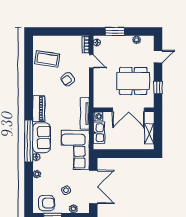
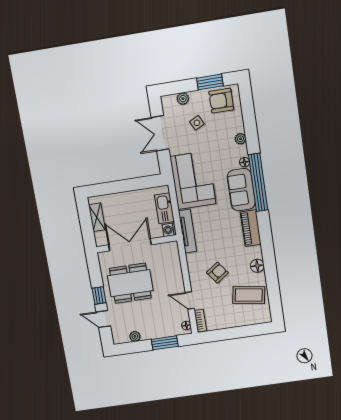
door: (158, 57) -> (103, 319), hinge flipped
floor lamp: (38, 80) -> (257, 266), added
window: (158, 87) -> (99, 295), moved
double door: (93, 187) -> (160, 133), width x0.73

